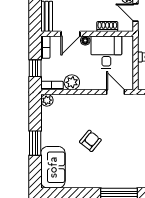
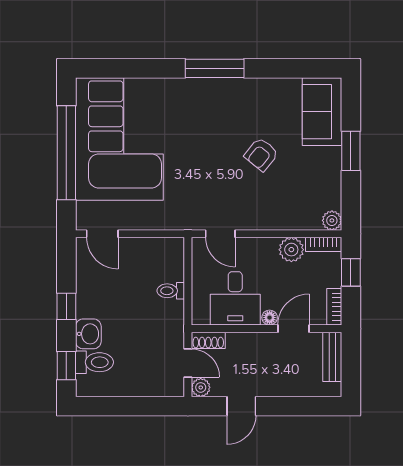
shoe rack: (107, 26) -> (208, 340), moved

